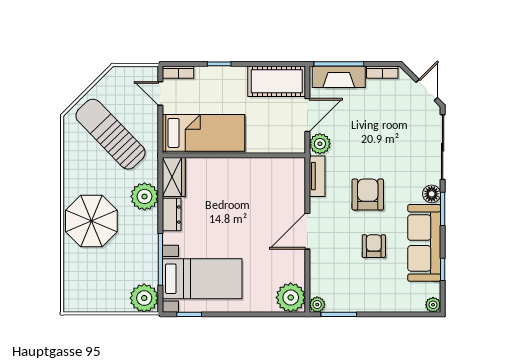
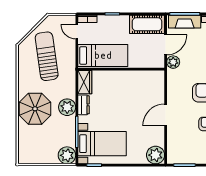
sun lounger: (111, 134) -> (47, 56), turned 36
tv unit: (317, 176) -> (172, 82), removed
plant: (145, 196) -> (67, 107), moved
plant: (317, 305) -> (172, 159), removed

